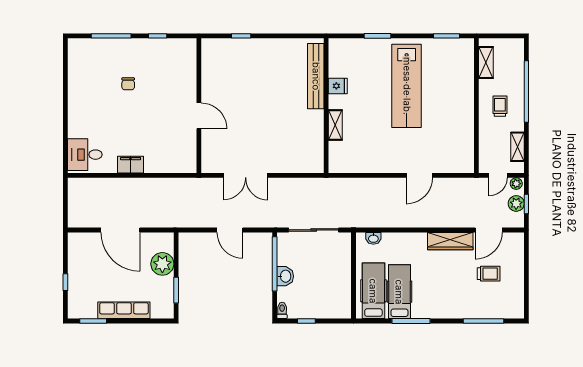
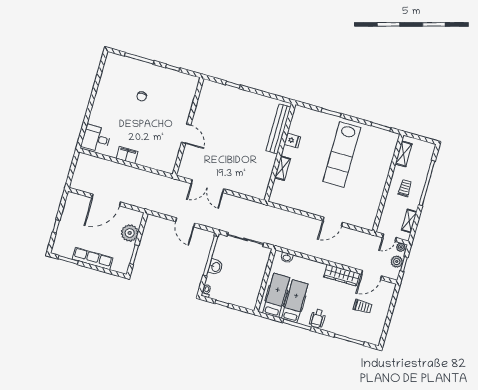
door: (120, 230) -> (106, 200), hinge flipped
wheelchair: (435, 305) -> (317, 318), added

